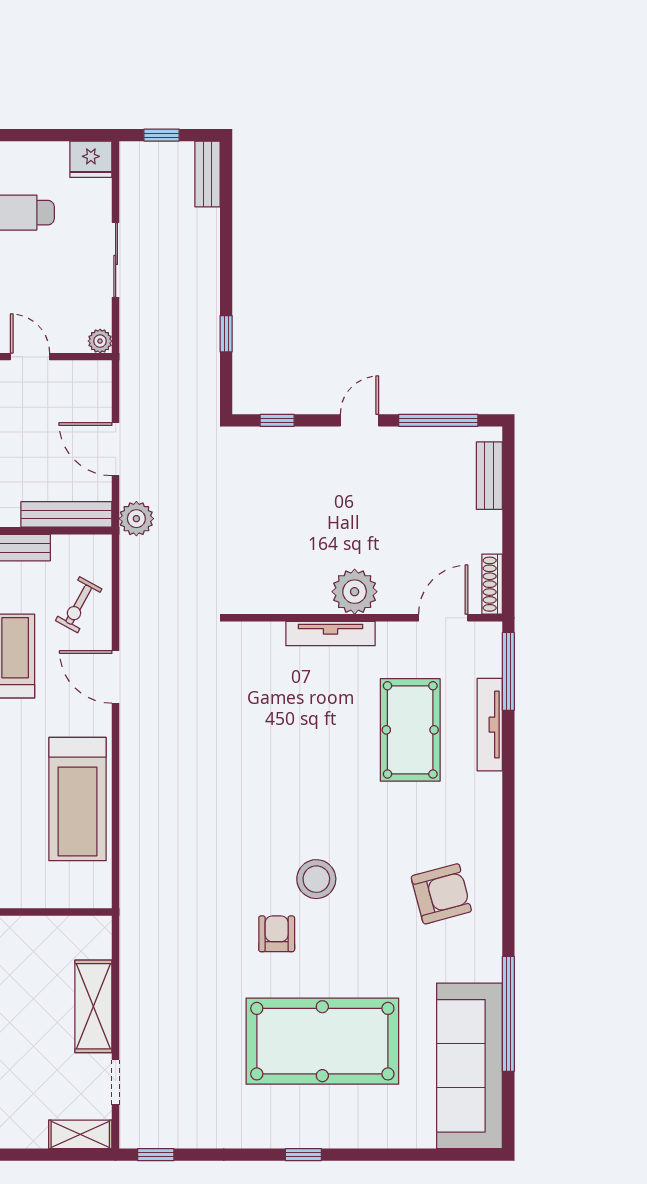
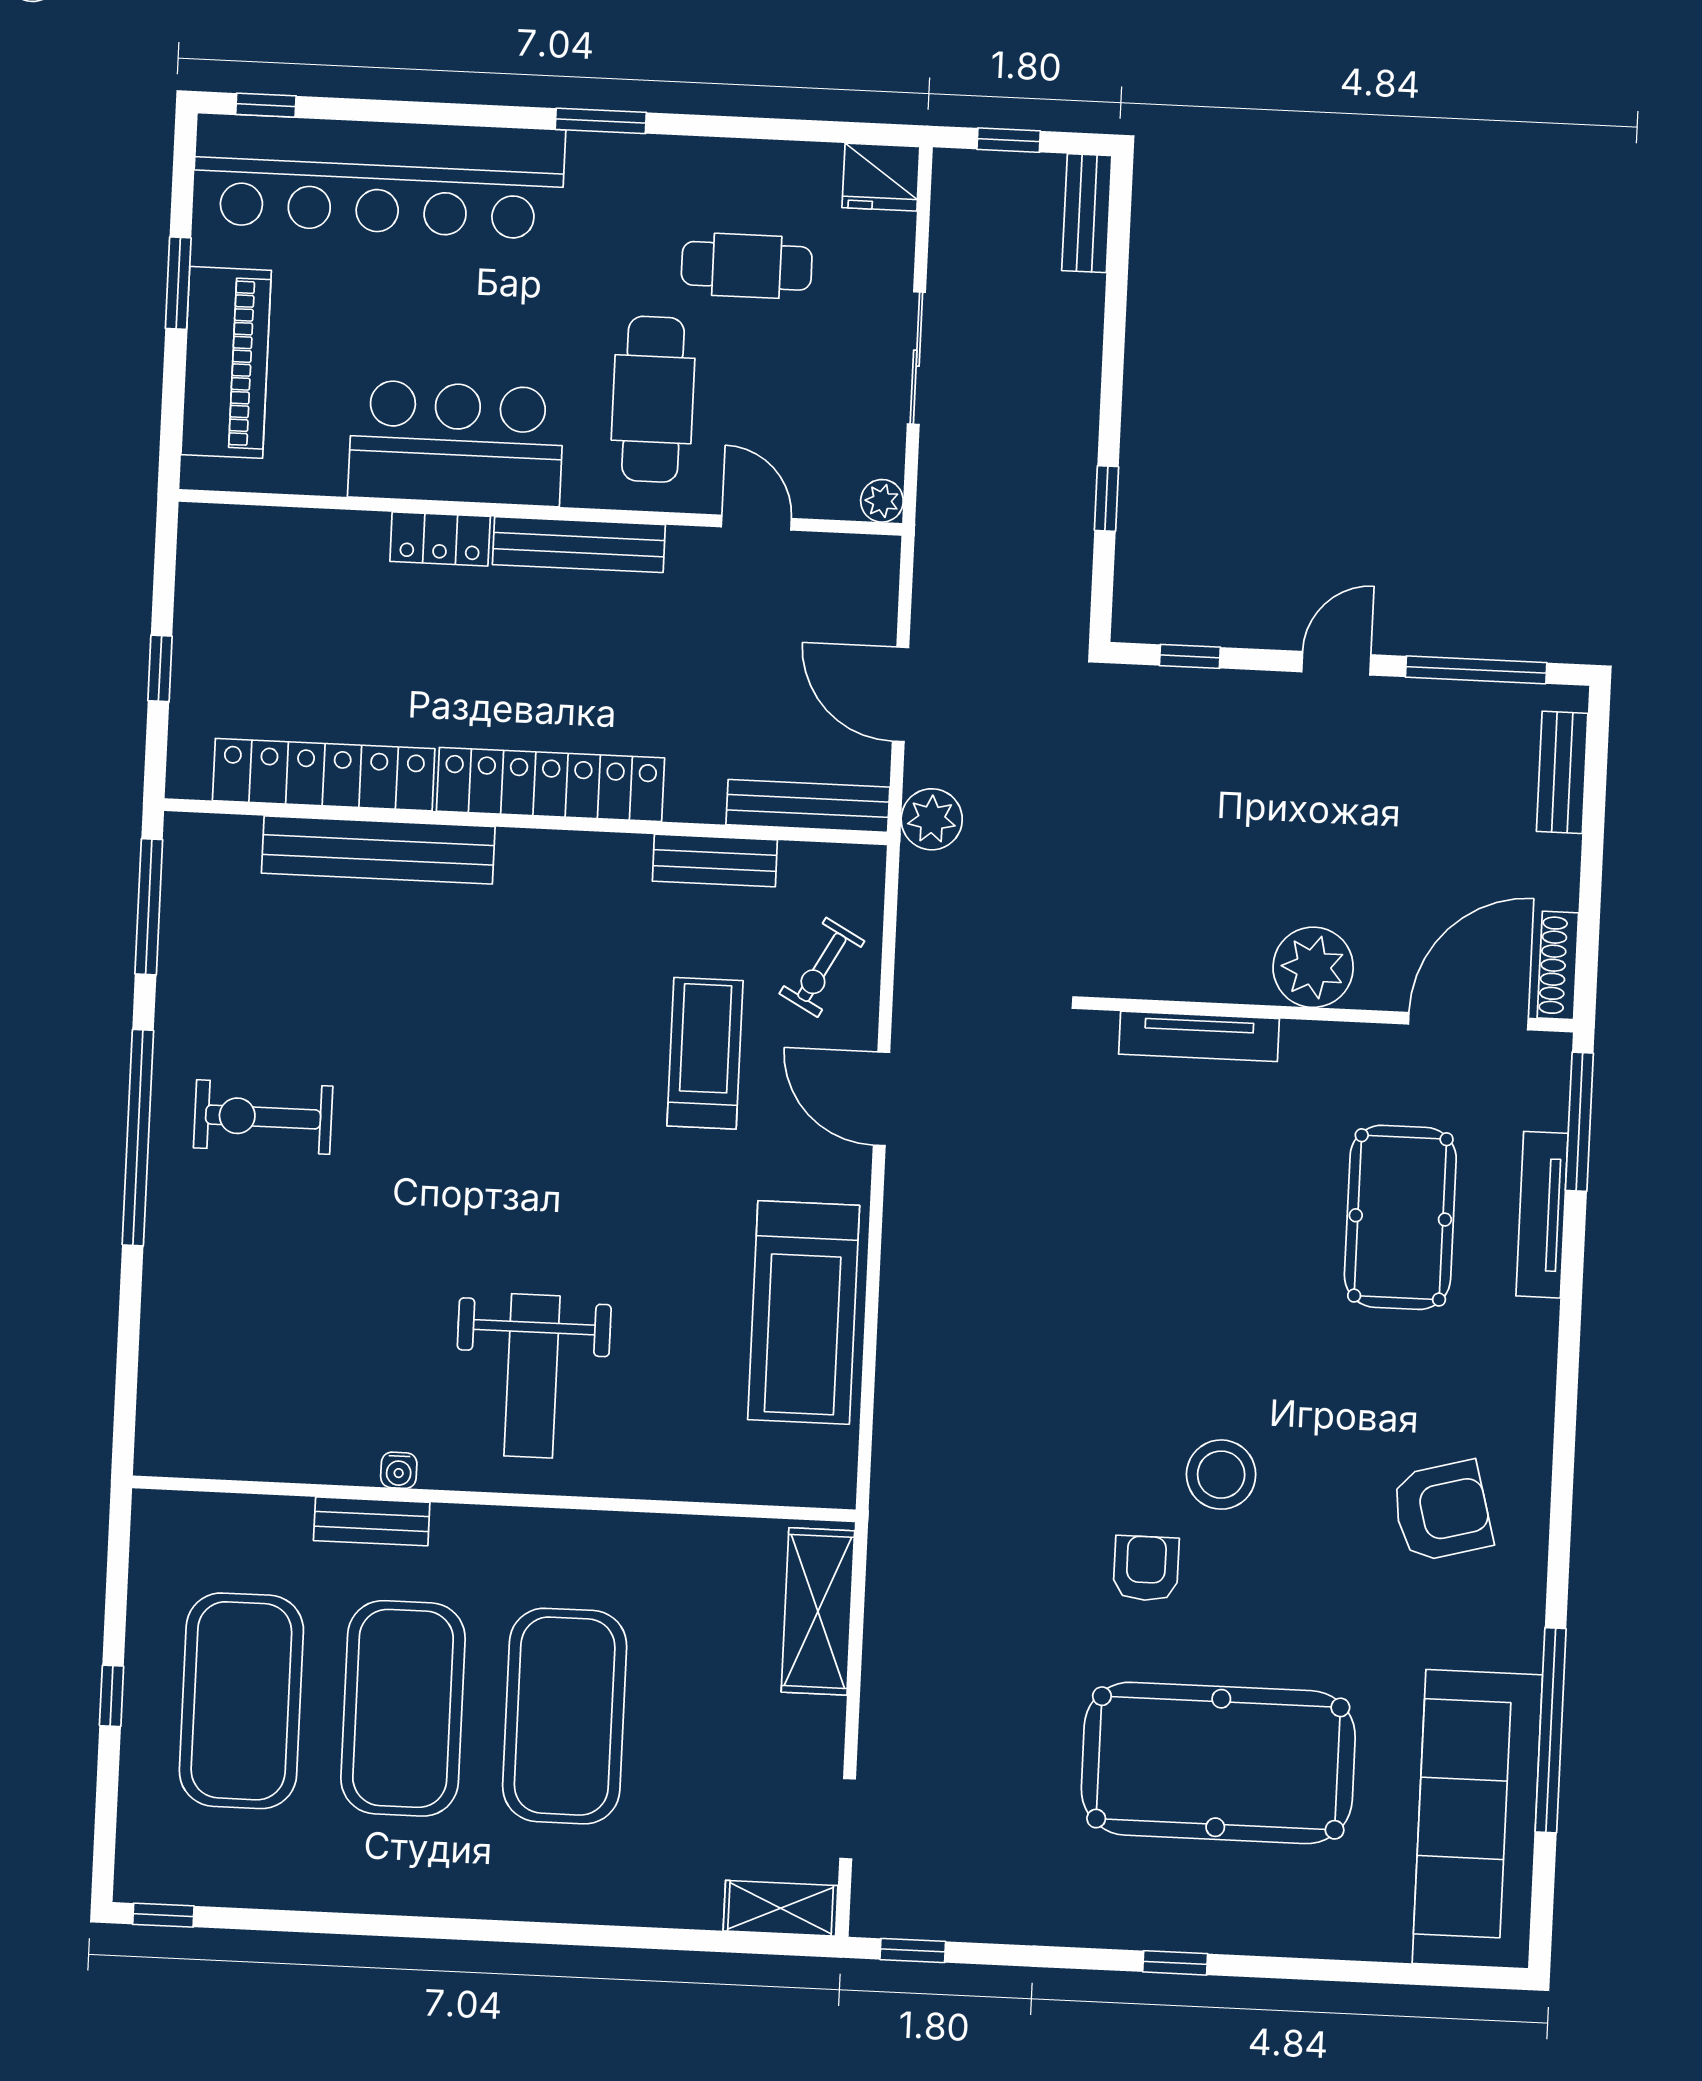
door: (443, 618) -> (1468, 1021), width x1.36
tv unit: (331, 634) -> (1199, 1036), moved
shelving: (93, 1006) -> (818, 1611), moved

